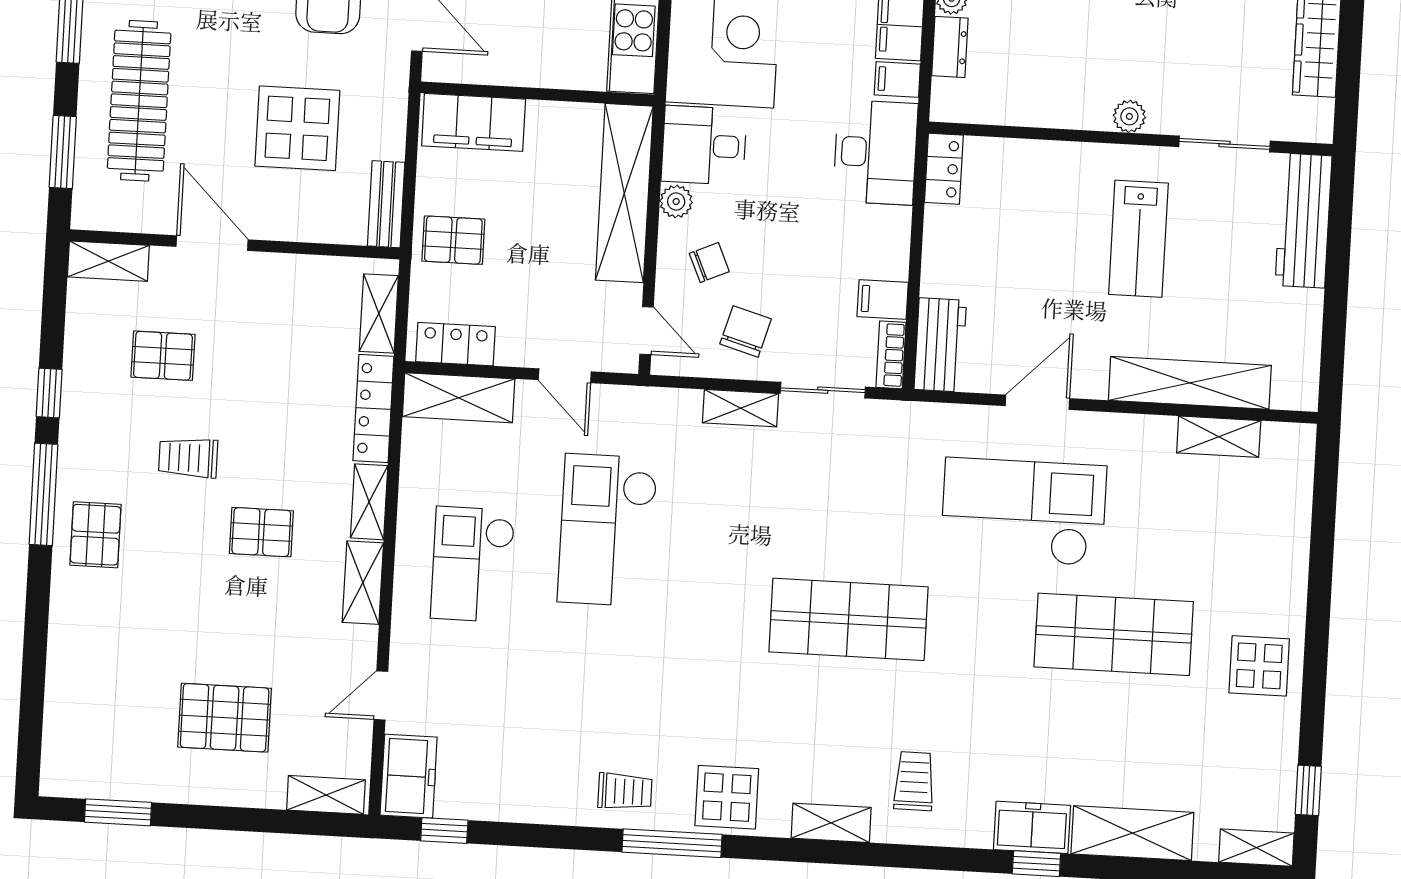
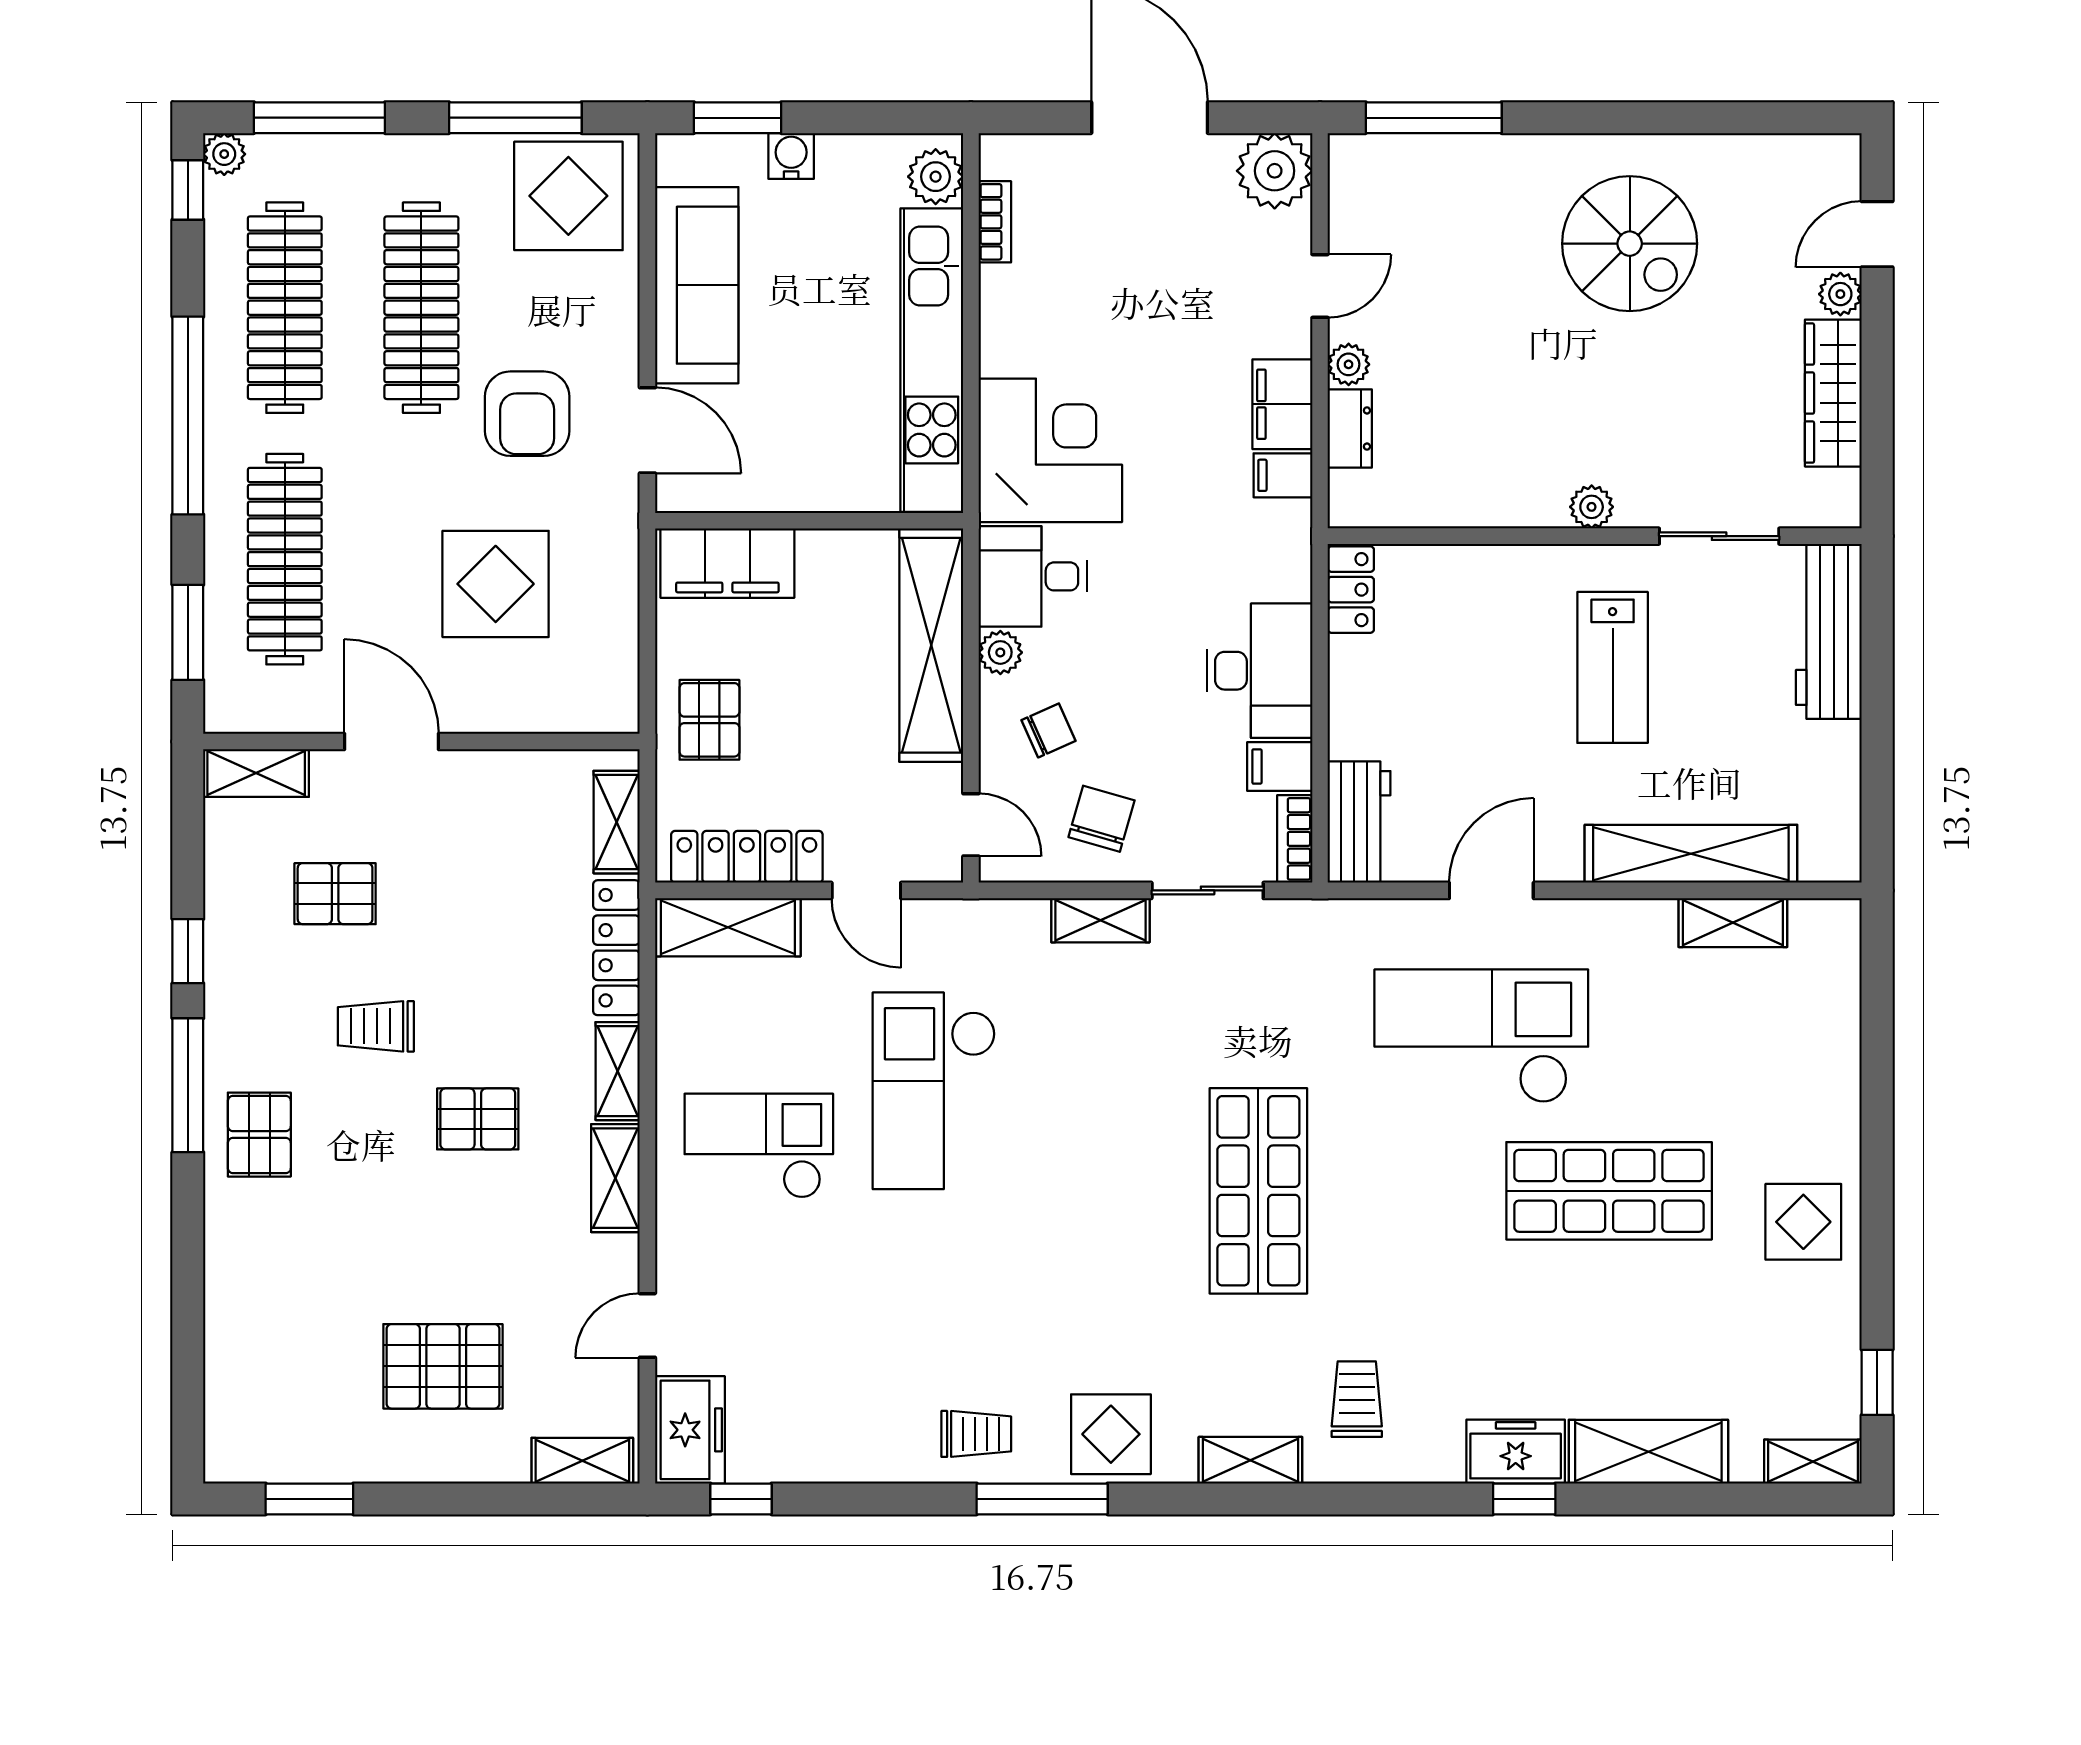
desk: (875, 152) -> (1259, 671), moved
bench: (386, 204) -> (618, 677), removed
pallet: (453, 240) -> (709, 720), turned 90
locker: (456, 344) -> (747, 857), width x1.53
checkout: (473, 564) -> (759, 1146), turned 90
shop shelf: (849, 619) -> (1258, 1191), turned 90

